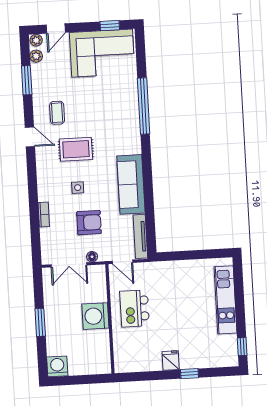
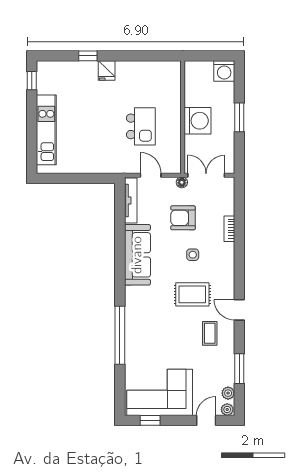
washing machine: (95, 316) -> (198, 121), moved
wall: (110, 319) -> (183, 117), moved

